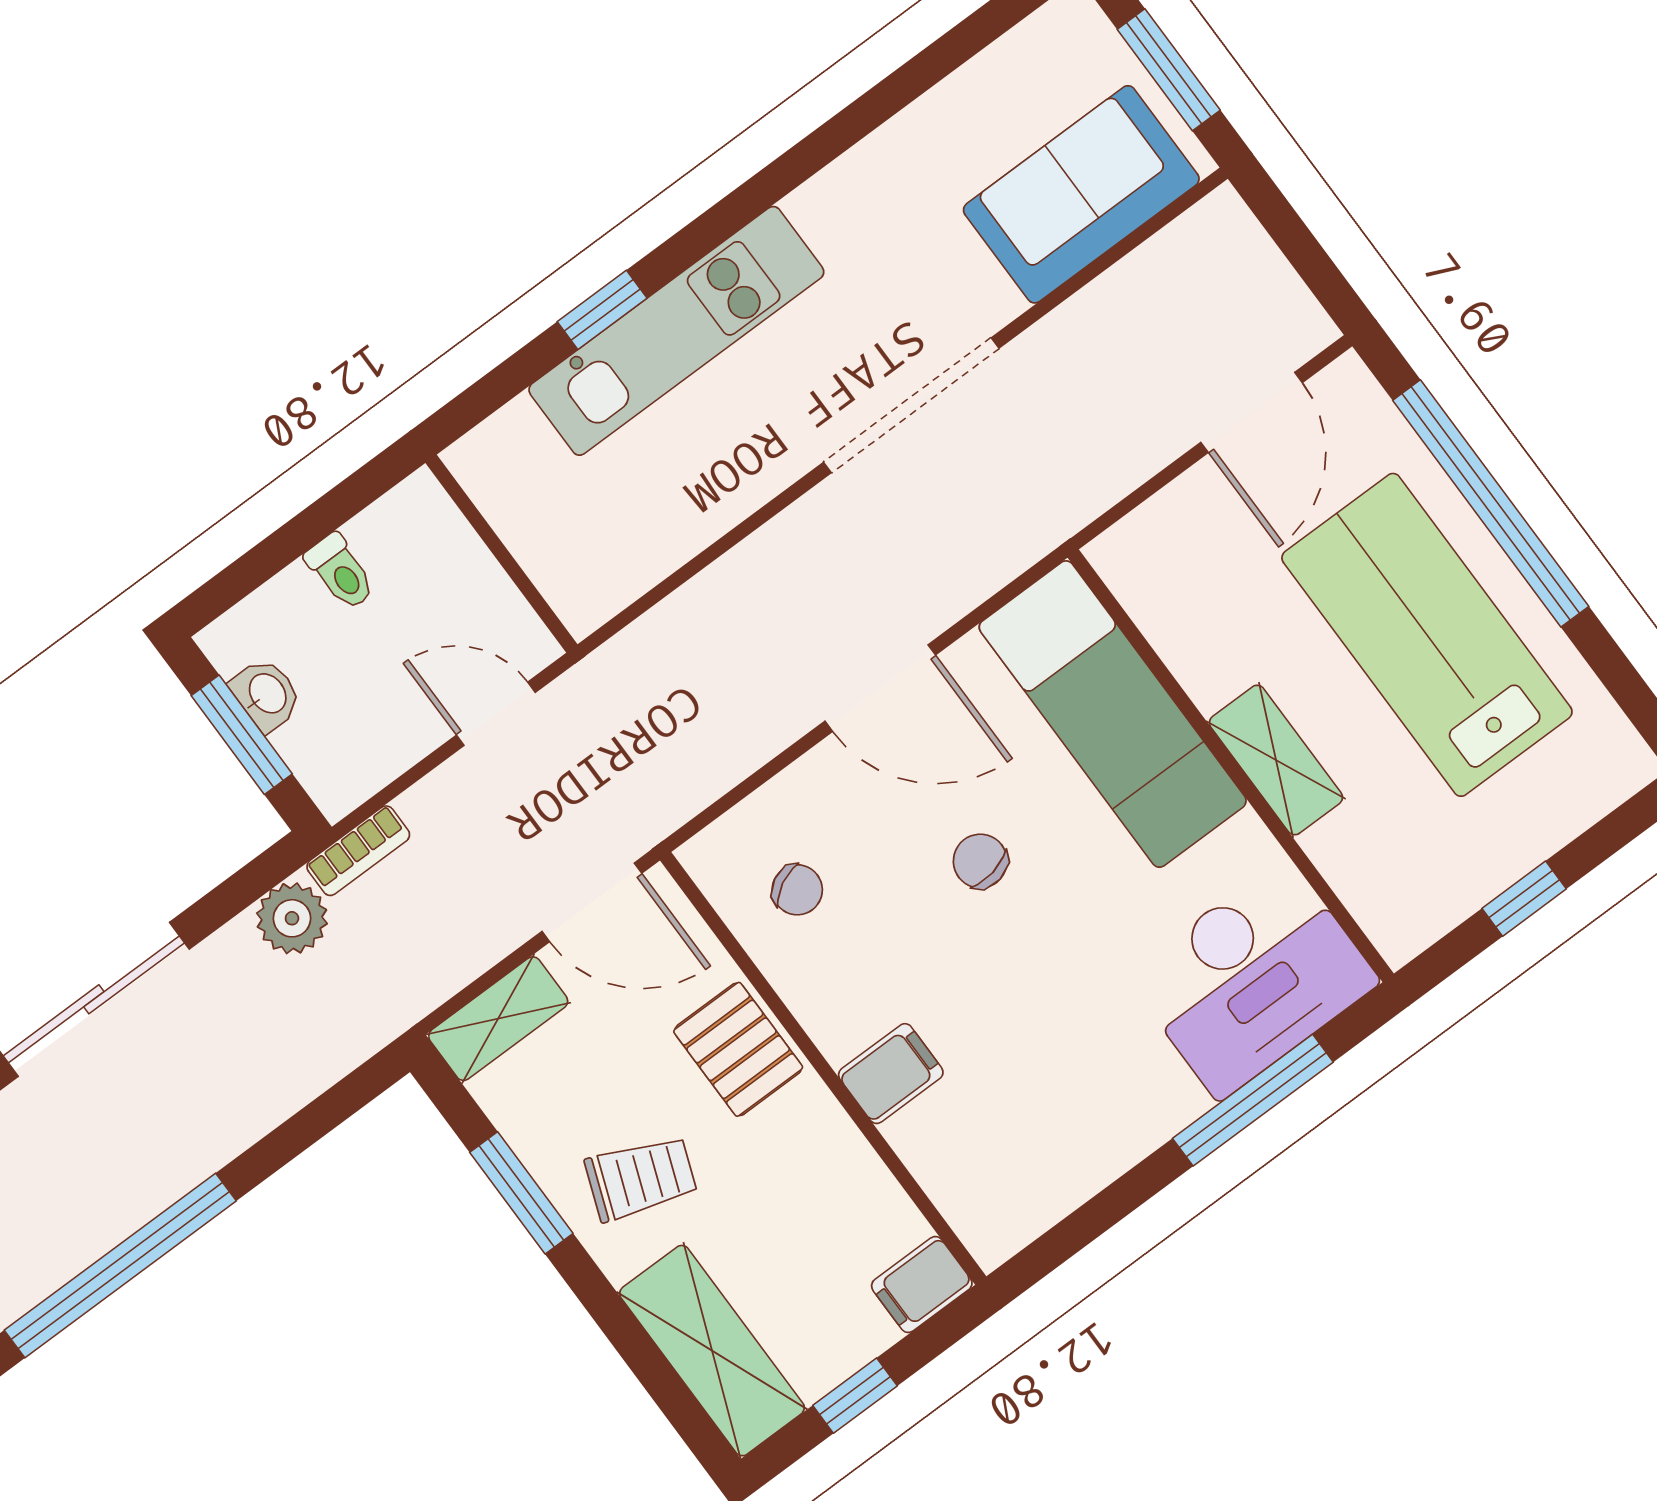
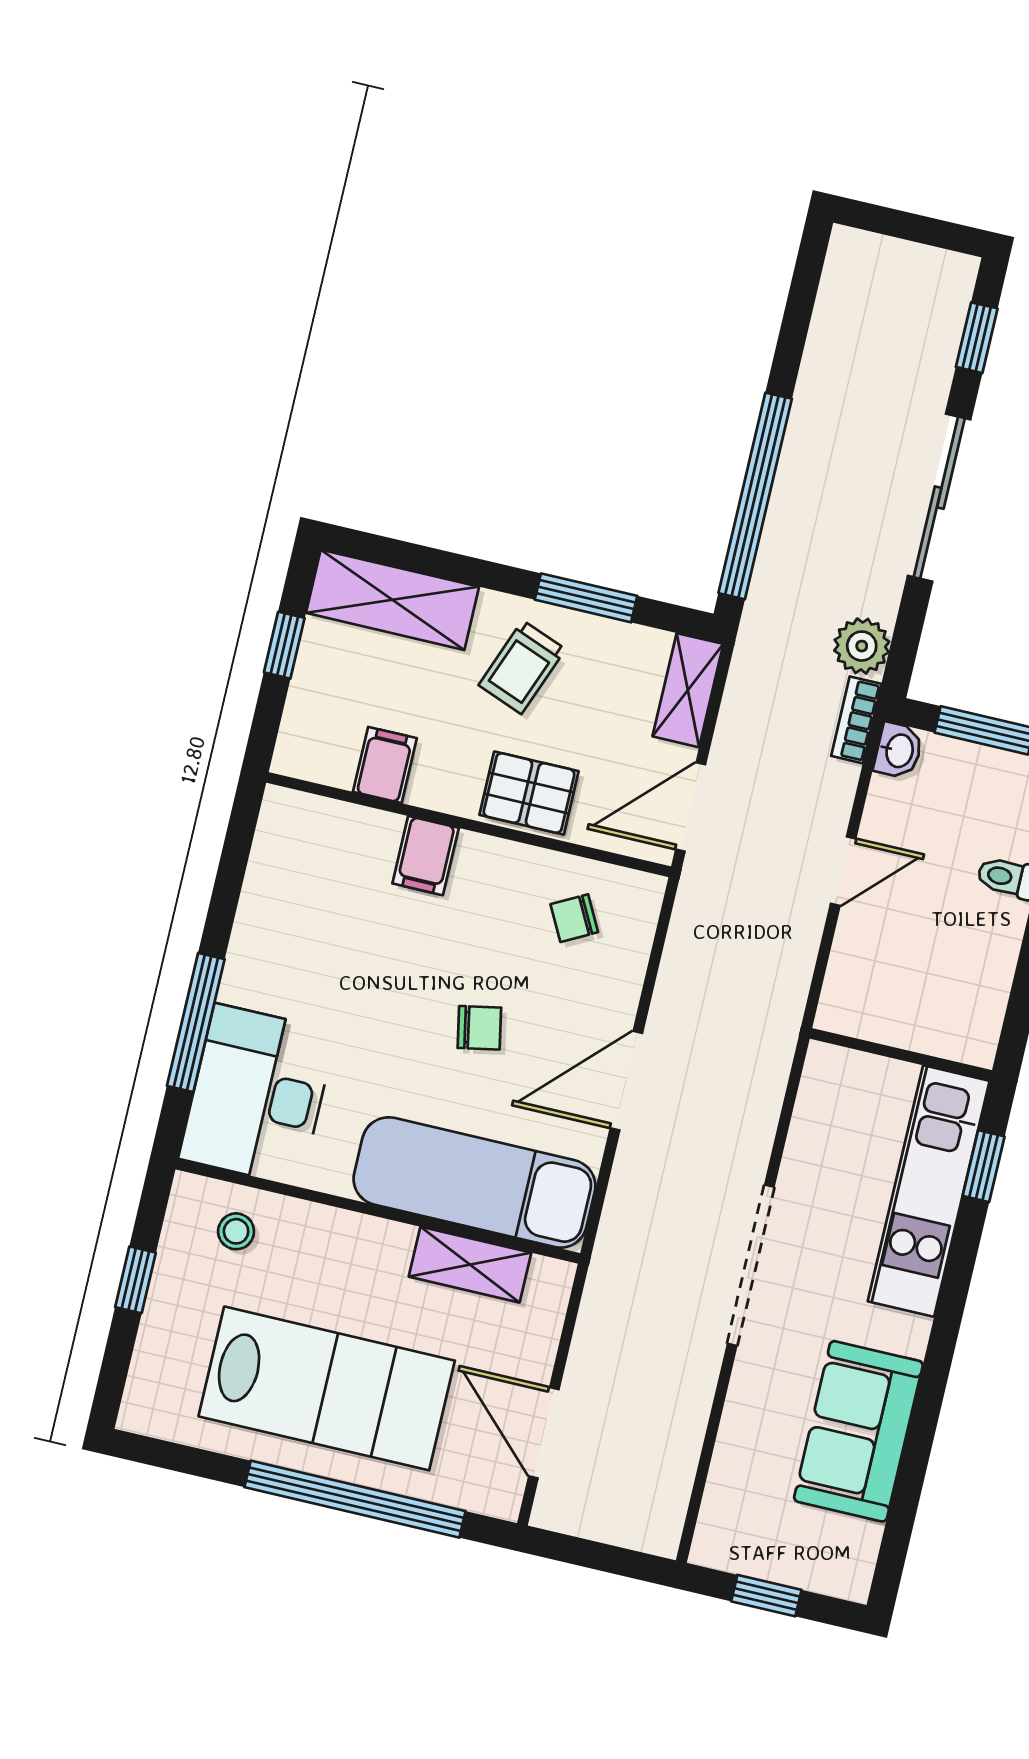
window: (1169, 70) -> (766, 1596), width x0.67
sofa: (1081, 194) -> (858, 1431), moved, turned 180
wall: (501, 554) -> (901, 1054), moved
washbasin: (266, 694) -> (898, 751), moved, turned -90
shelving: (1276, 760) -> (470, 1265), moved
stool: (1386, 863) -> (236, 1231), added
window: (120, 1266) -> (755, 496), moved
filing cabinet: (922, 1285) -> (385, 765), moved

